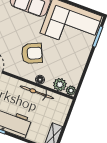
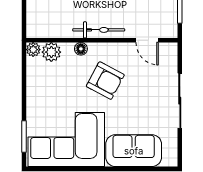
armchair: (32, 53) -> (105, 81), turned -128
bicycle: (37, 92) -> (99, 30), moved

